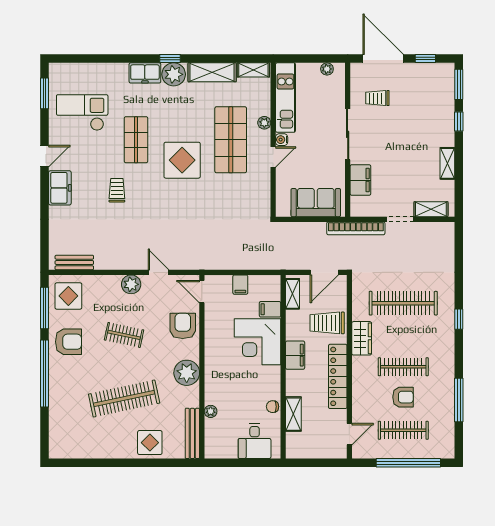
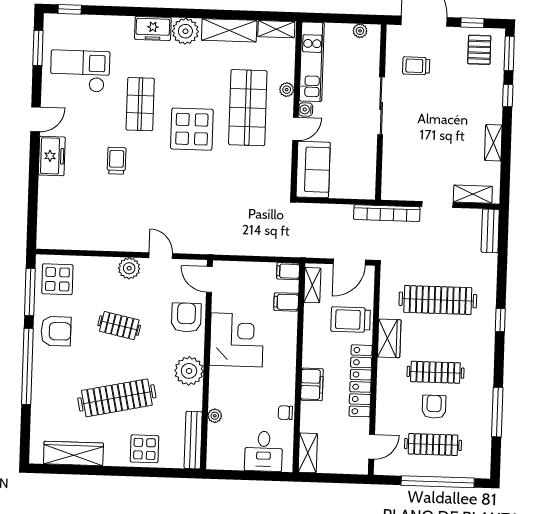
window: (170, 59) -> (70, 9), moved
pallet: (432, 82) -> (479, 50), added
filing cabinet: (360, 180) -> (394, 158), removed
sofa: (316, 203) -> (313, 170), moved, turned 90
bench: (74, 262) -> (490, 231), moved, turned 90
filing cabinet: (240, 285) -> (288, 271), moved, turned 90
corner desk: (257, 342) -> (237, 340), moved, turned 180
filing cabinet: (295, 355) -> (312, 384), moved
armchair: (403, 397) -> (434, 407), turned -90
shelving: (293, 414) -> (308, 453), moved
wardrobe: (88, 449) -> (73, 453), added

